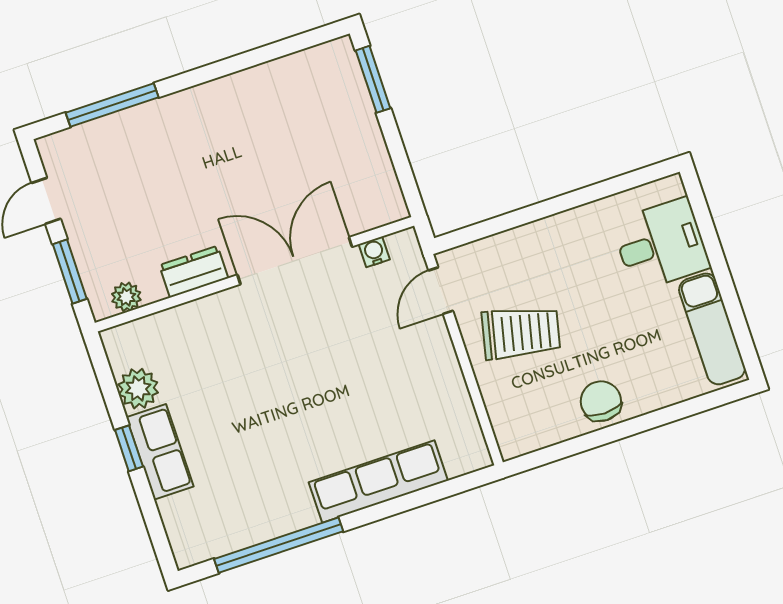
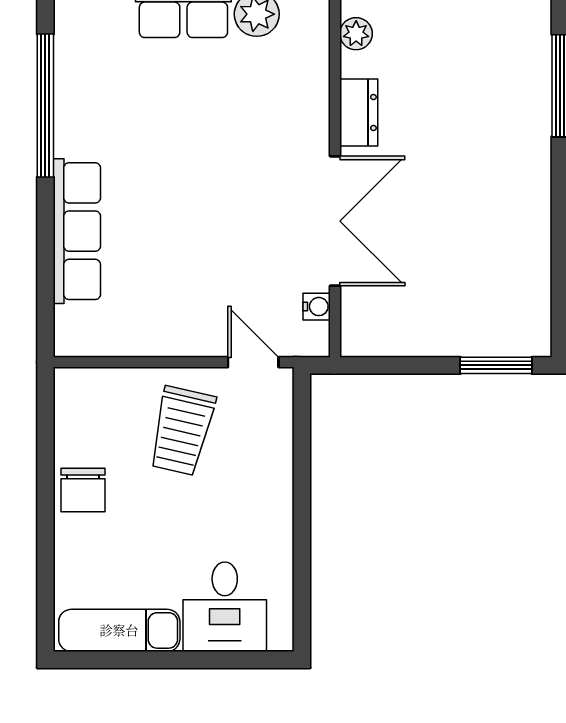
chair: (601, 401) -> (83, 490), turned 90

